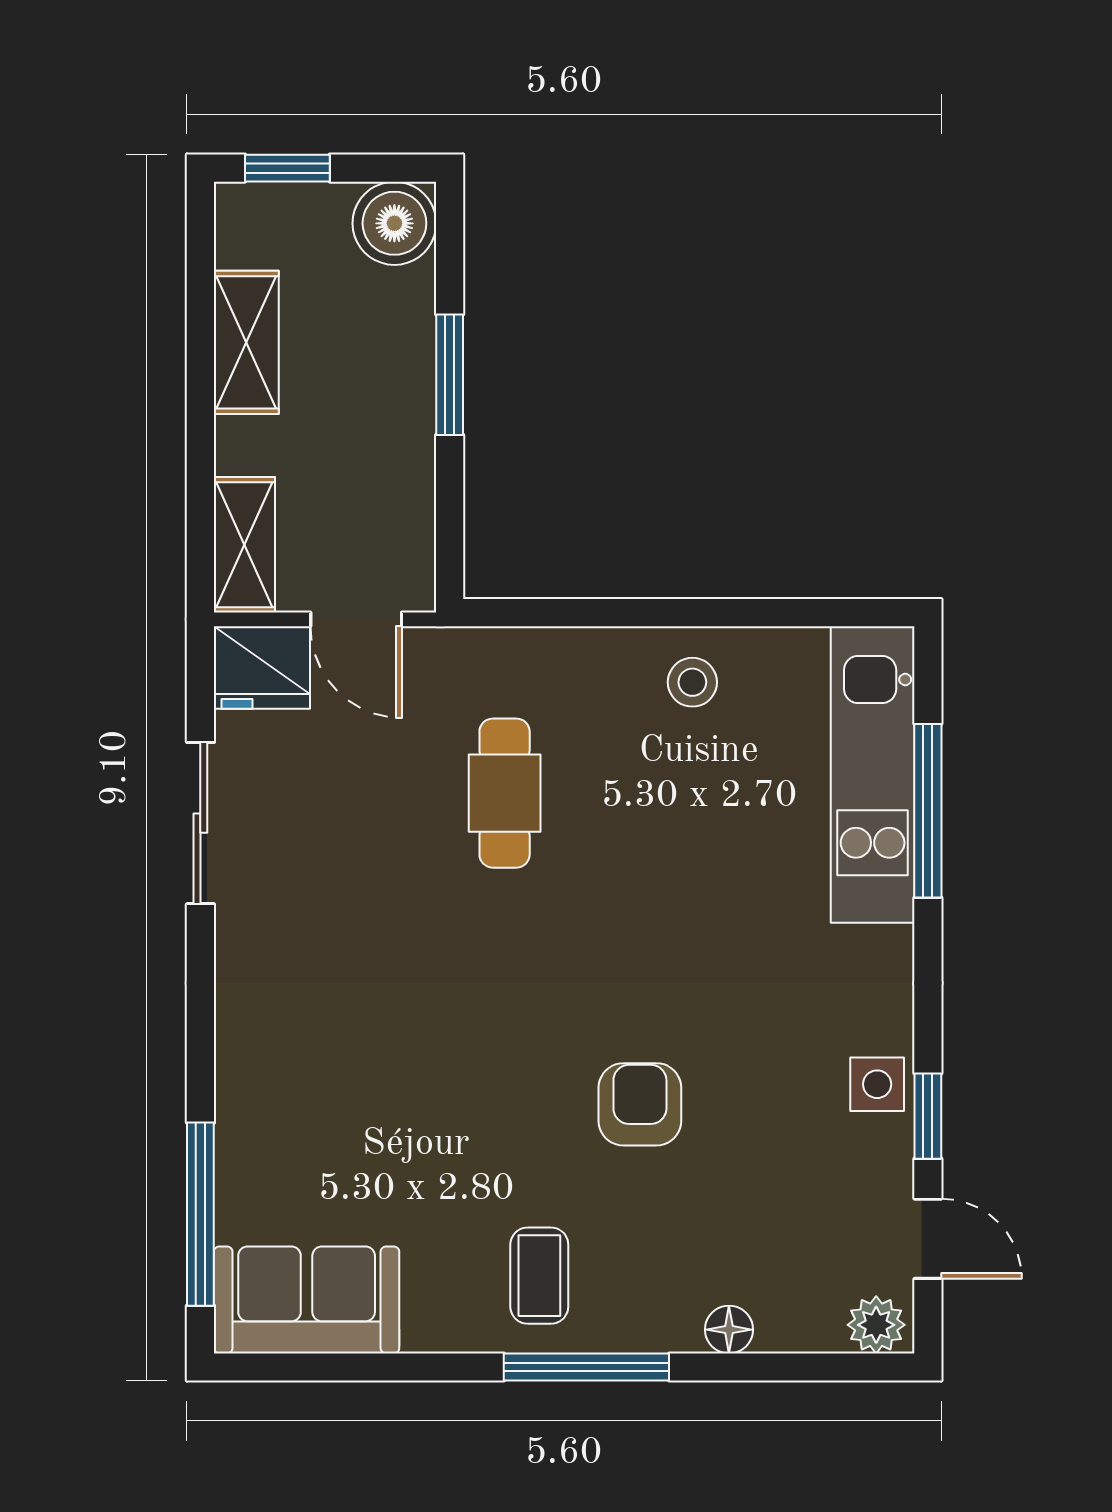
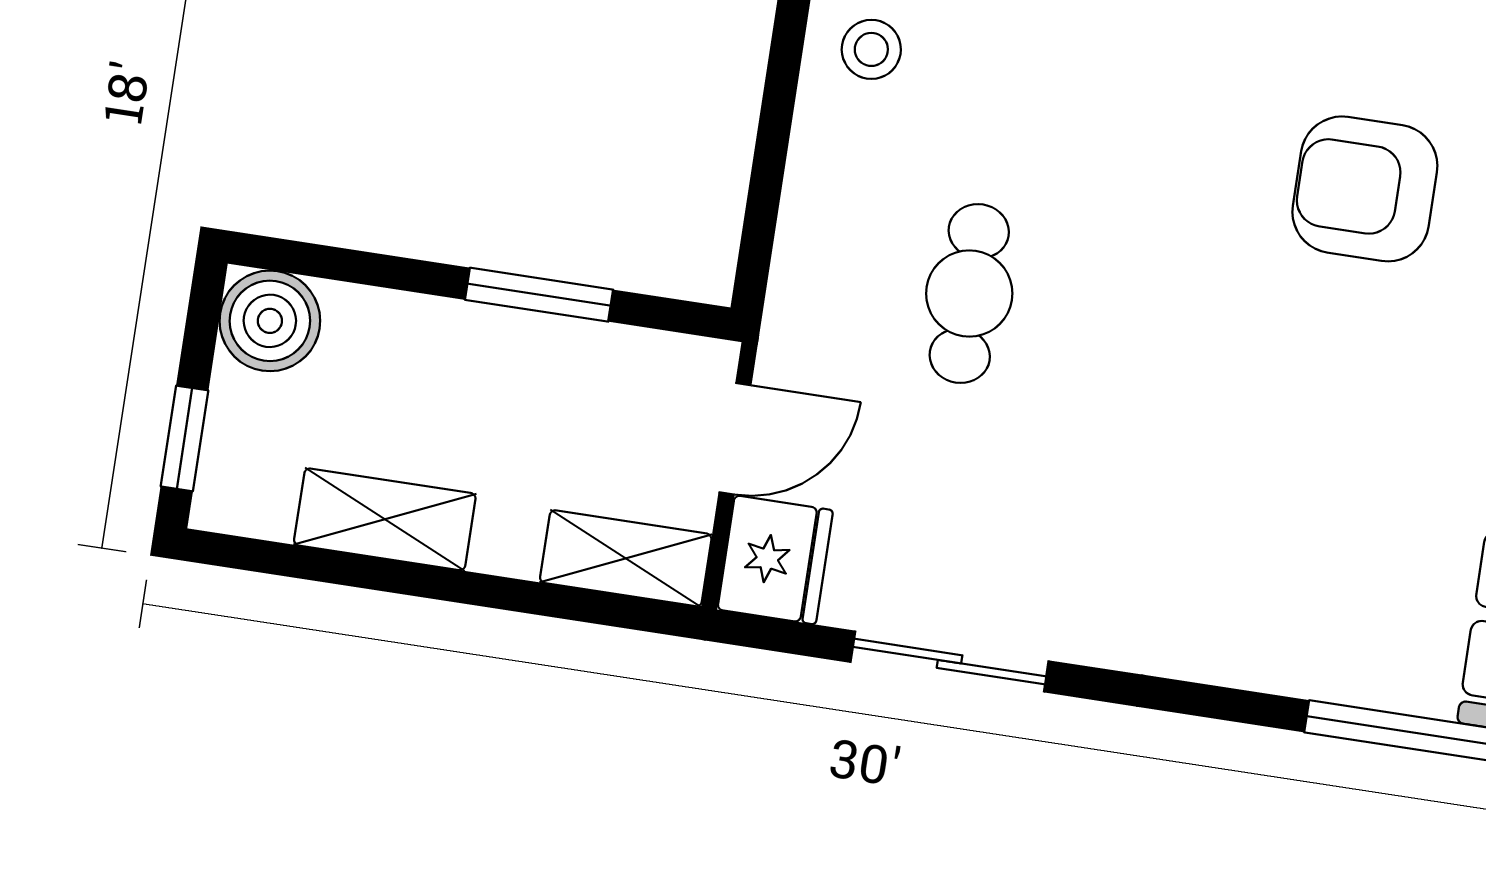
window: (450, 375) -> (539, 295), moved
cafe table: (505, 793) -> (969, 294), turned 90
armchair: (640, 1104) -> (1365, 189), width x1.38, depth x1.38

